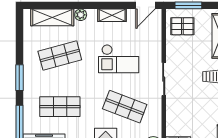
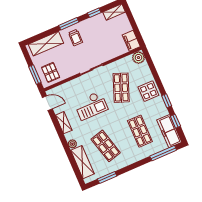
checkout: (119, 59) -> (91, 106), turned 90
window: (19, 78) -> (107, 177), moved

